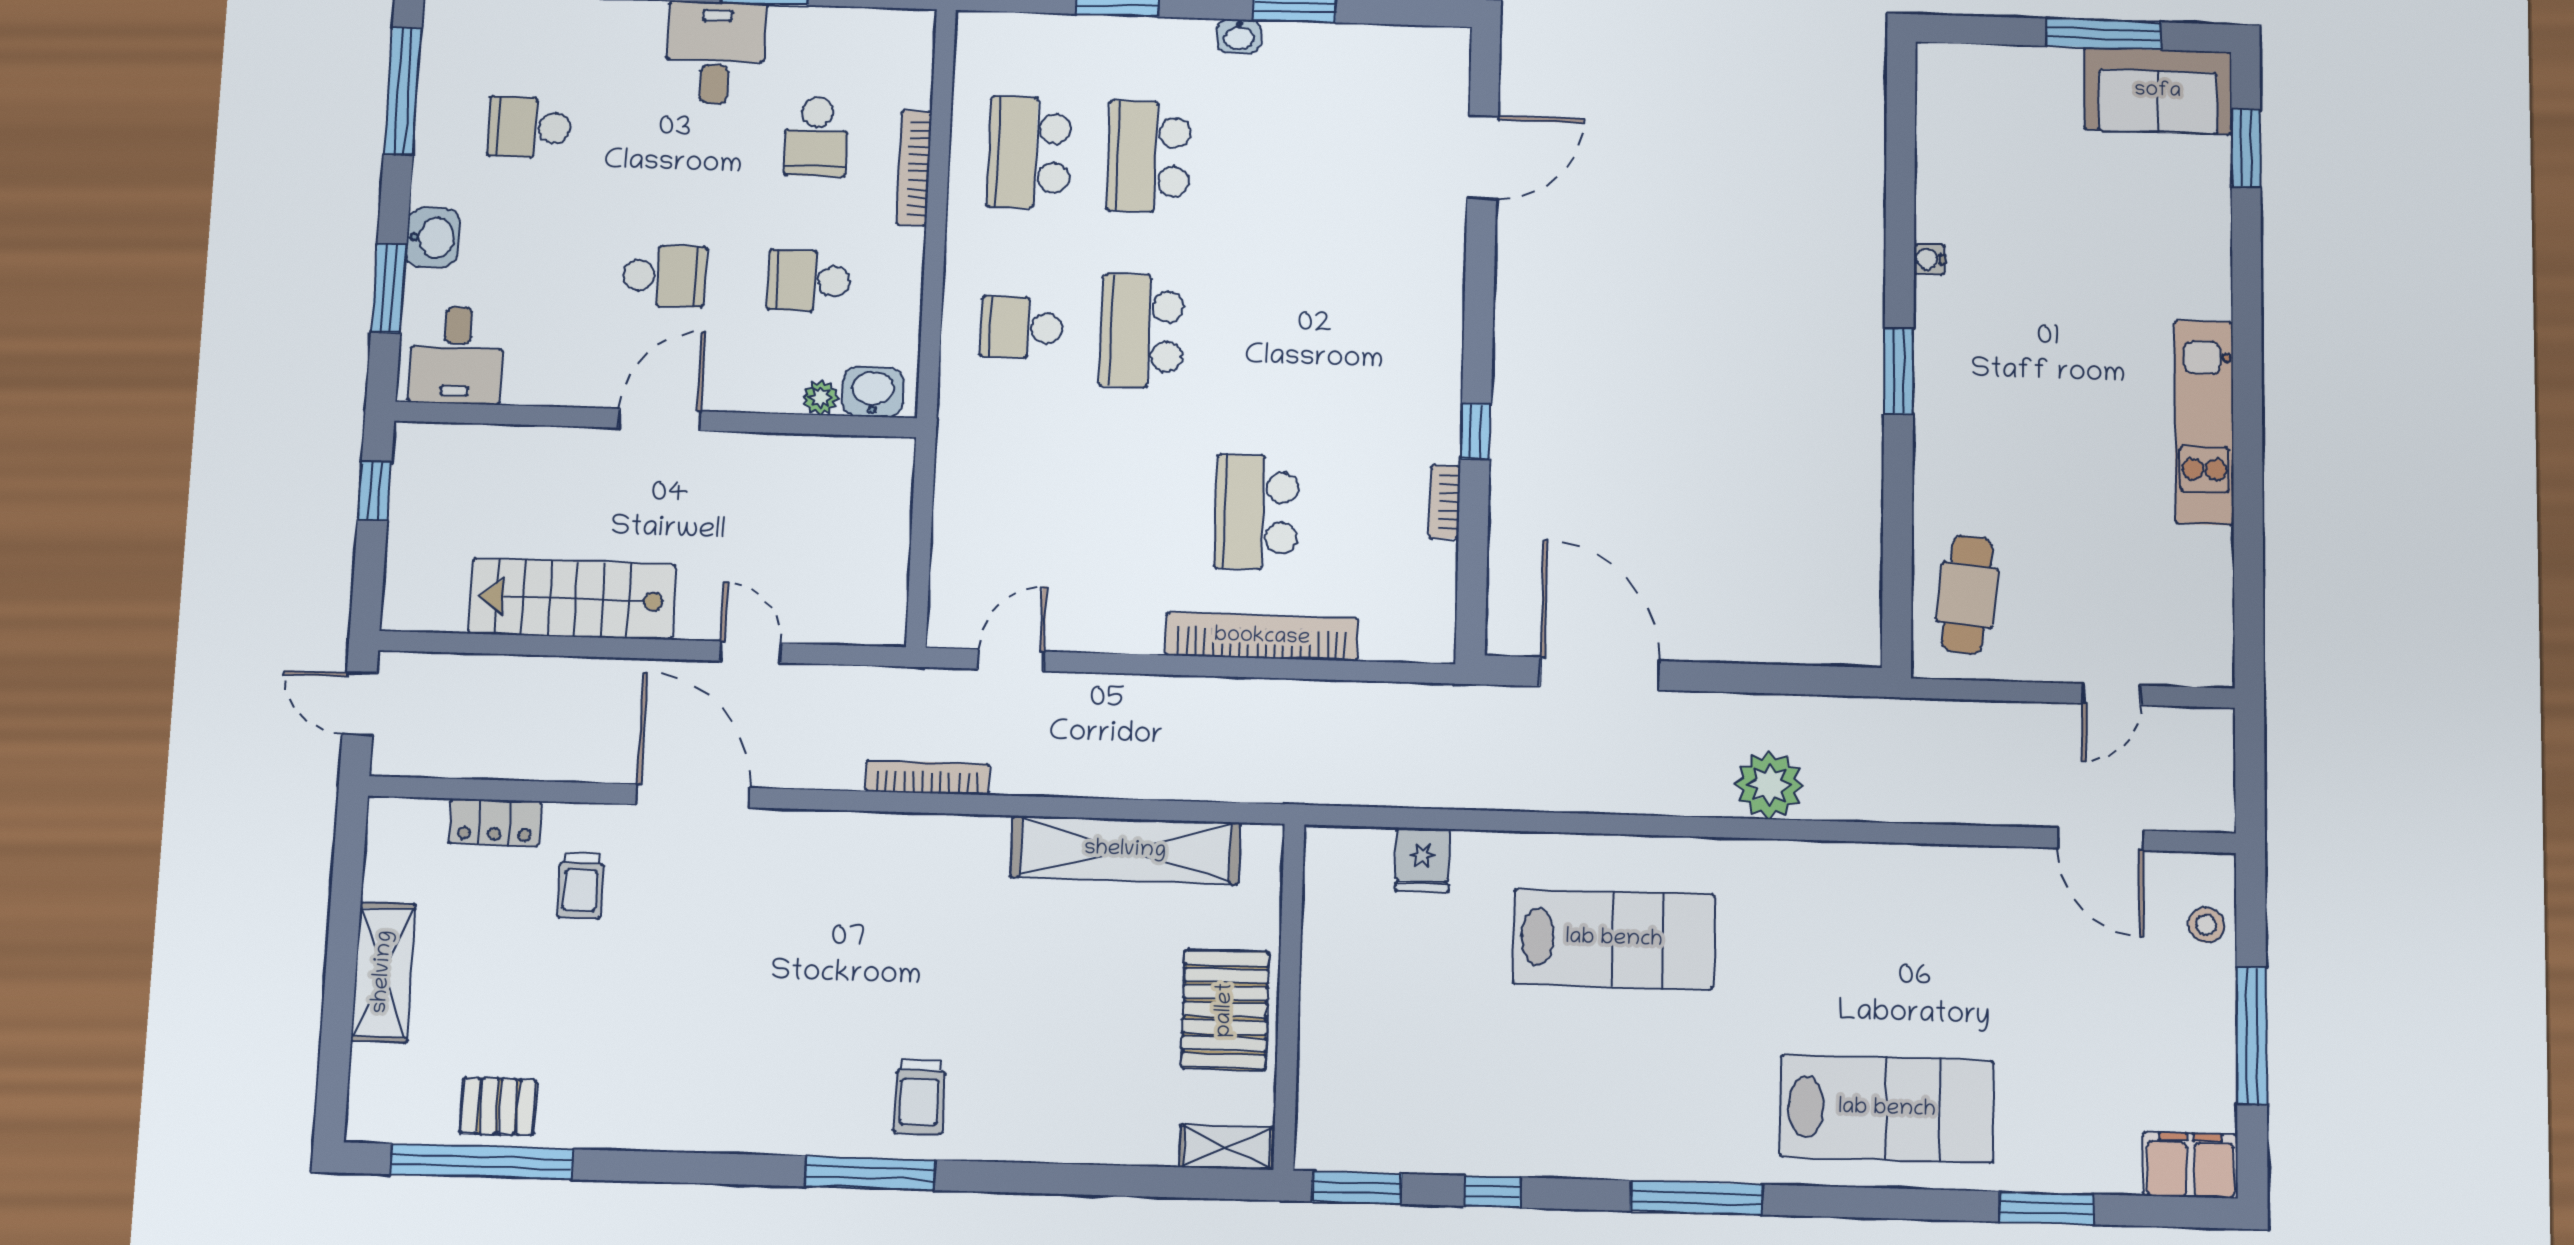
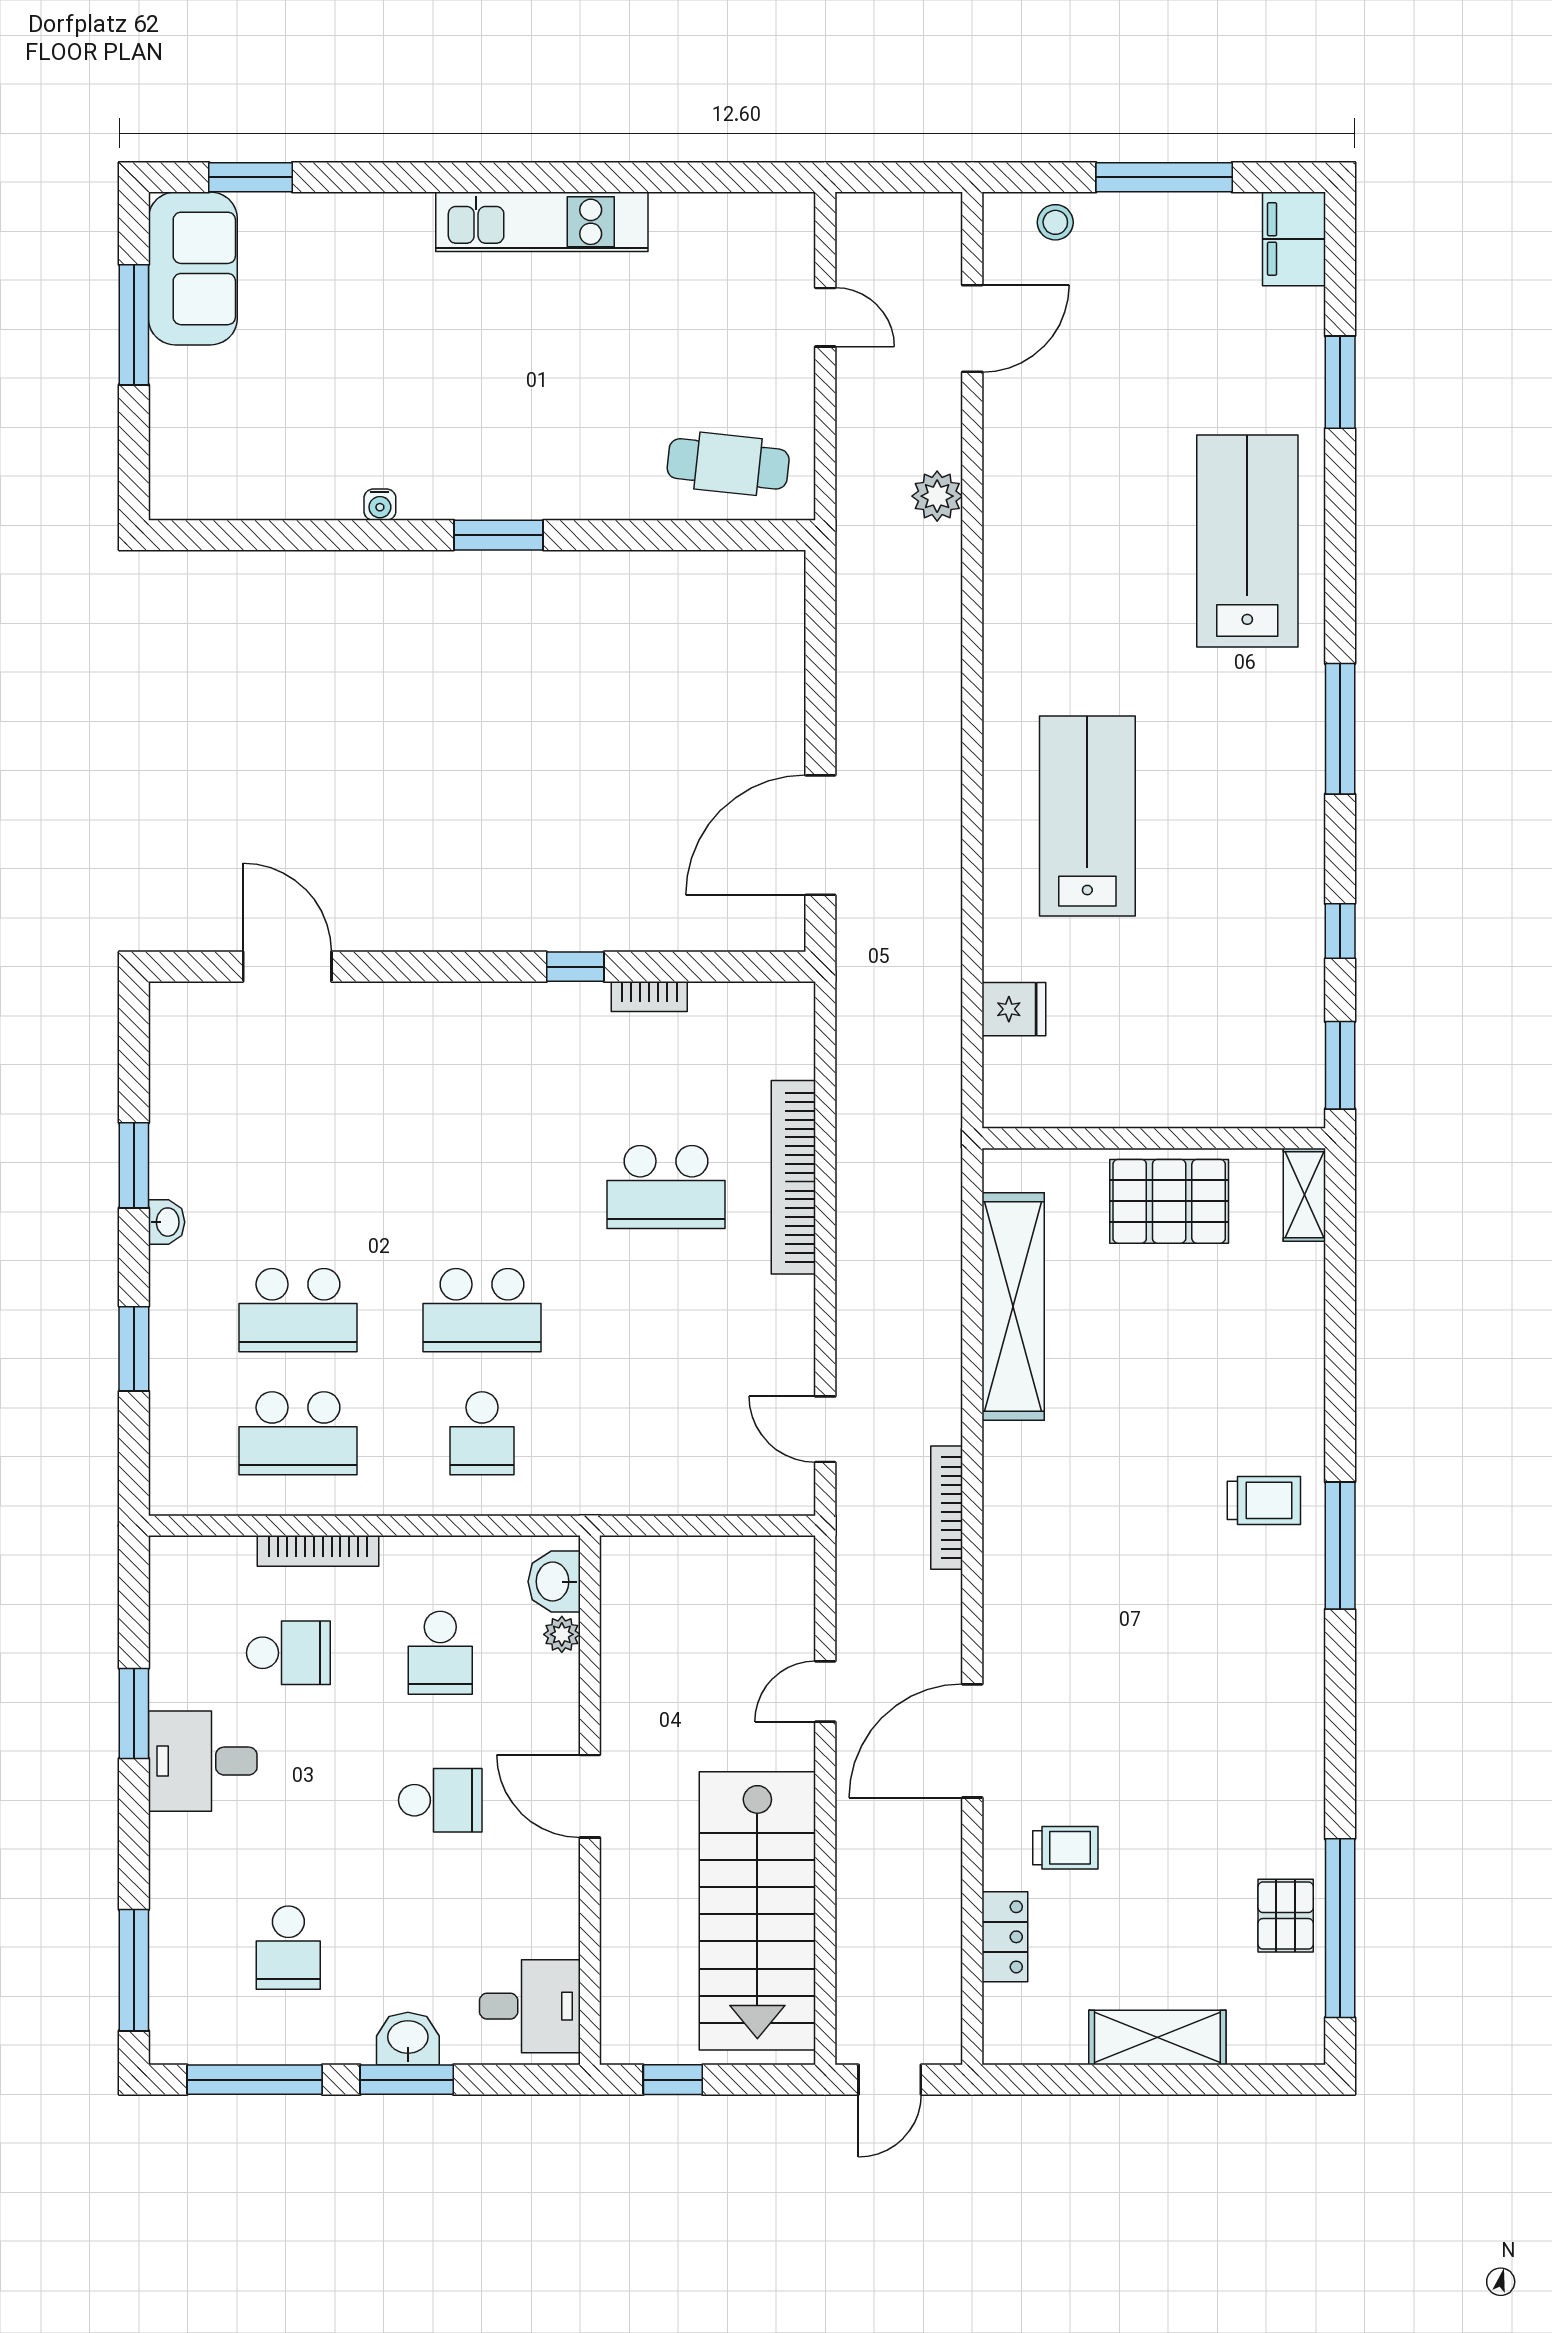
school desk: (664, 276) -> (440, 1800), turned 90
window: (389, 288) -> (407, 2080), moved
stairs: (572, 599) -> (757, 1911), width x1.36, depth x1.51
plant: (1769, 785) -> (937, 496), moved, width x0.73, depth x0.73

